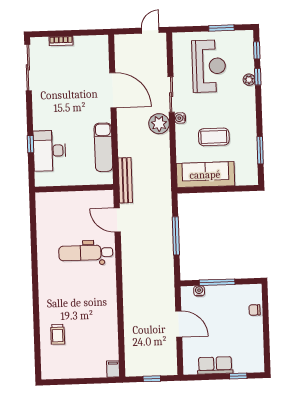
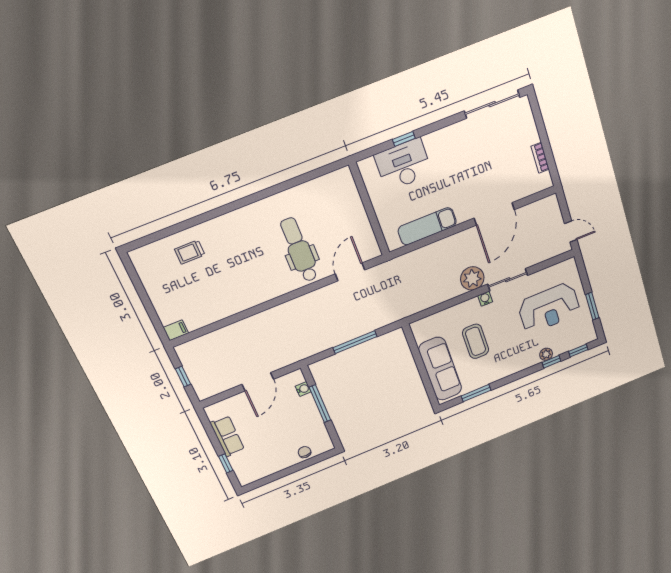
bookcase: (61, 41) -> (540, 158), moved
sofa: (205, 175) -> (440, 369), moved
bench: (125, 180) -> (398, 264), removed

